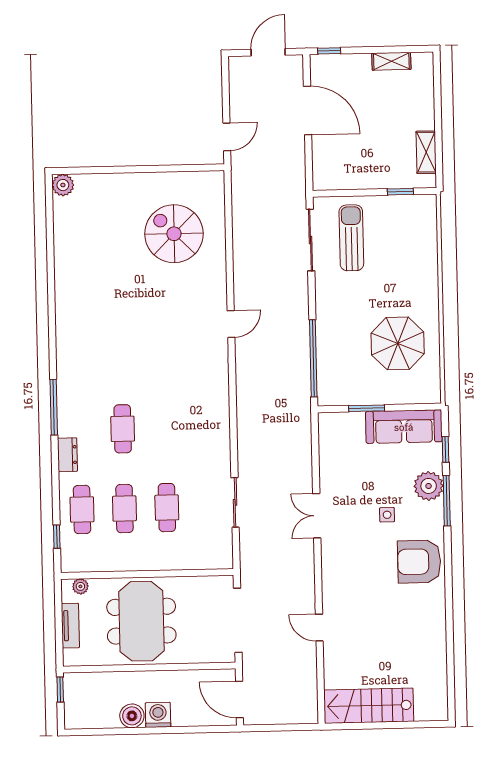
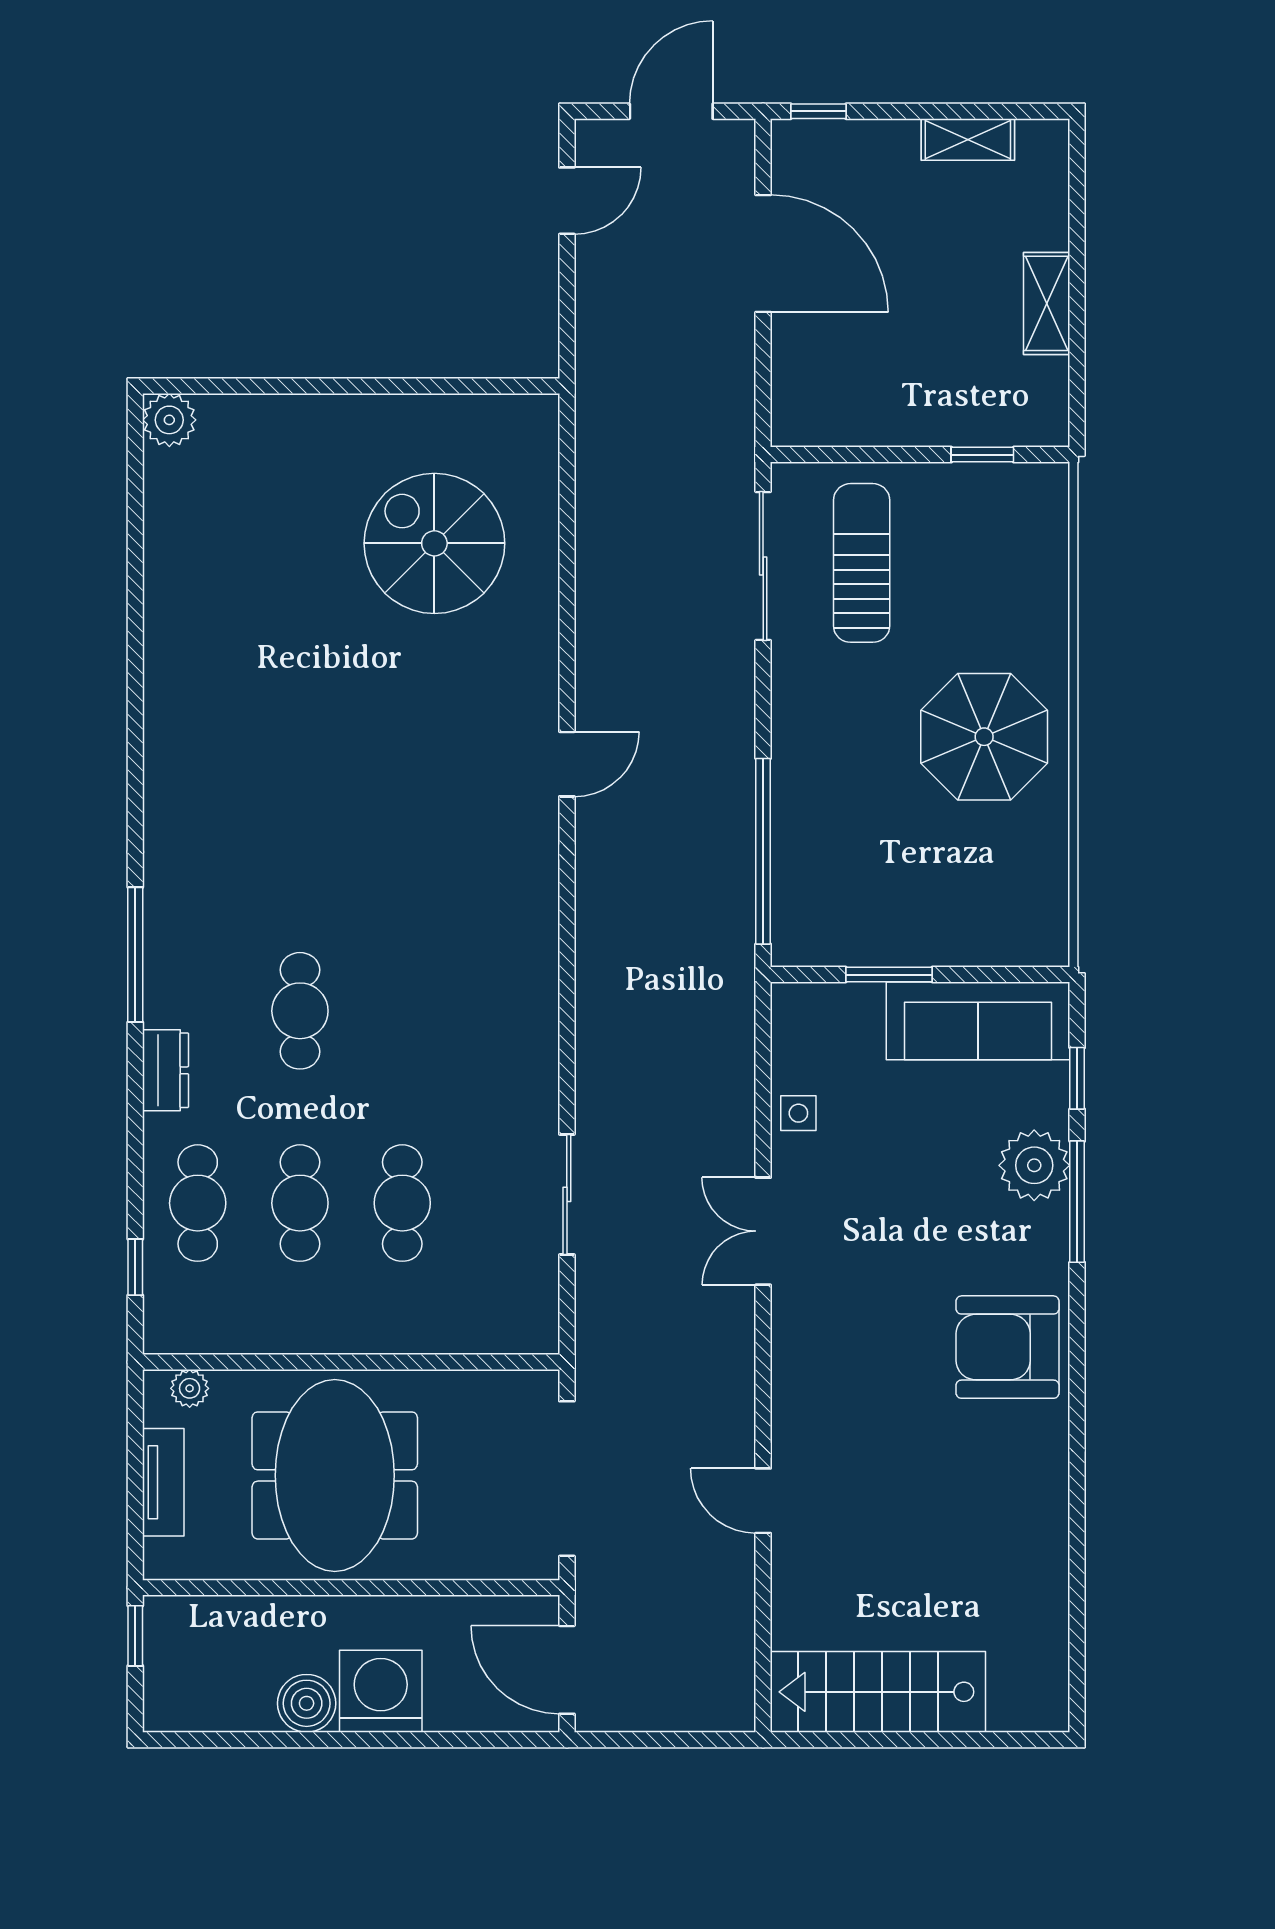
door: (227, 137) -> (567, 201), moved
shelving: (426, 152) -> (1047, 303), moved
parasol: (398, 343) -> (984, 737), moved
side table: (387, 515) -> (798, 1113), moved
washing machine: (158, 715) -> (381, 1691), width x1.37, depth x1.37

